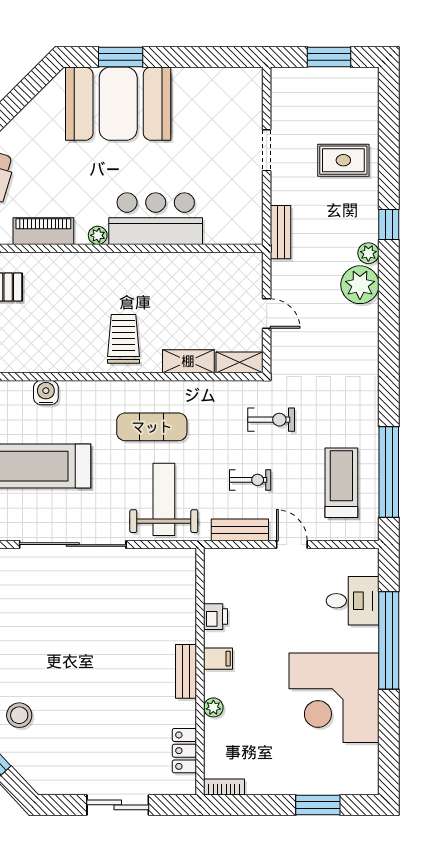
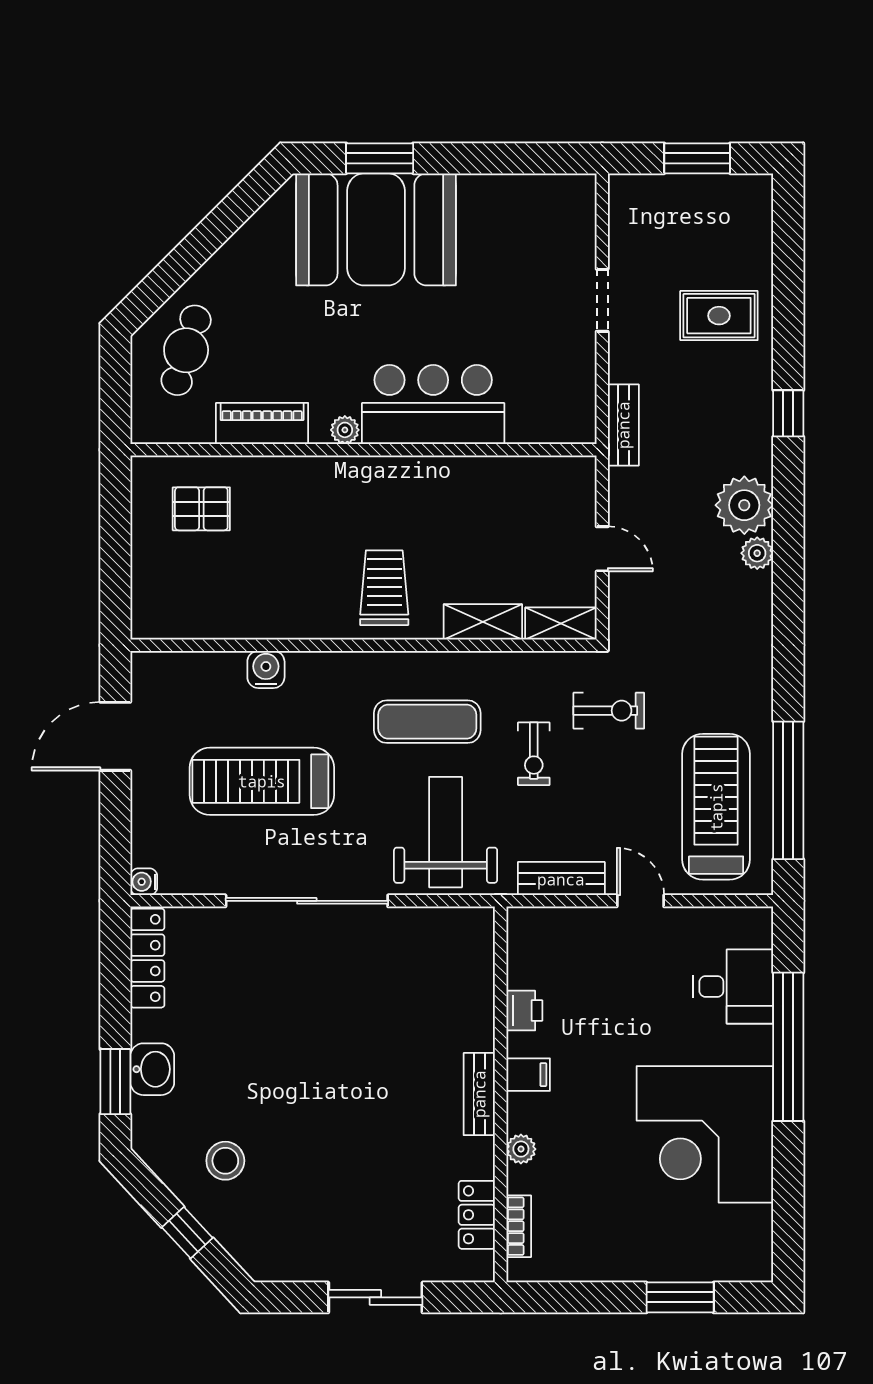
plant: (368, 253) -> (757, 553), moved
exercise bike: (250, 480) -> (534, 754), moved, turned 90
treadmill: (341, 483) -> (716, 807), width x1.37, depth x1.38
bookcase: (224, 787) -> (519, 1226), moved, turned 90

